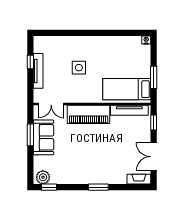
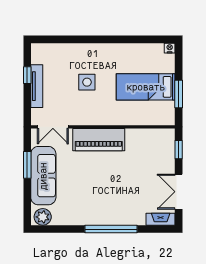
bed: (127, 89) -> (146, 87), moved
tv unit: (129, 110) -> (149, 135), removed
sofa: (43, 137) -> (43, 176), width x1.36
window: (49, 187) -> (50, 229), removed
window: (98, 187) -> (111, 229), width x2.11

